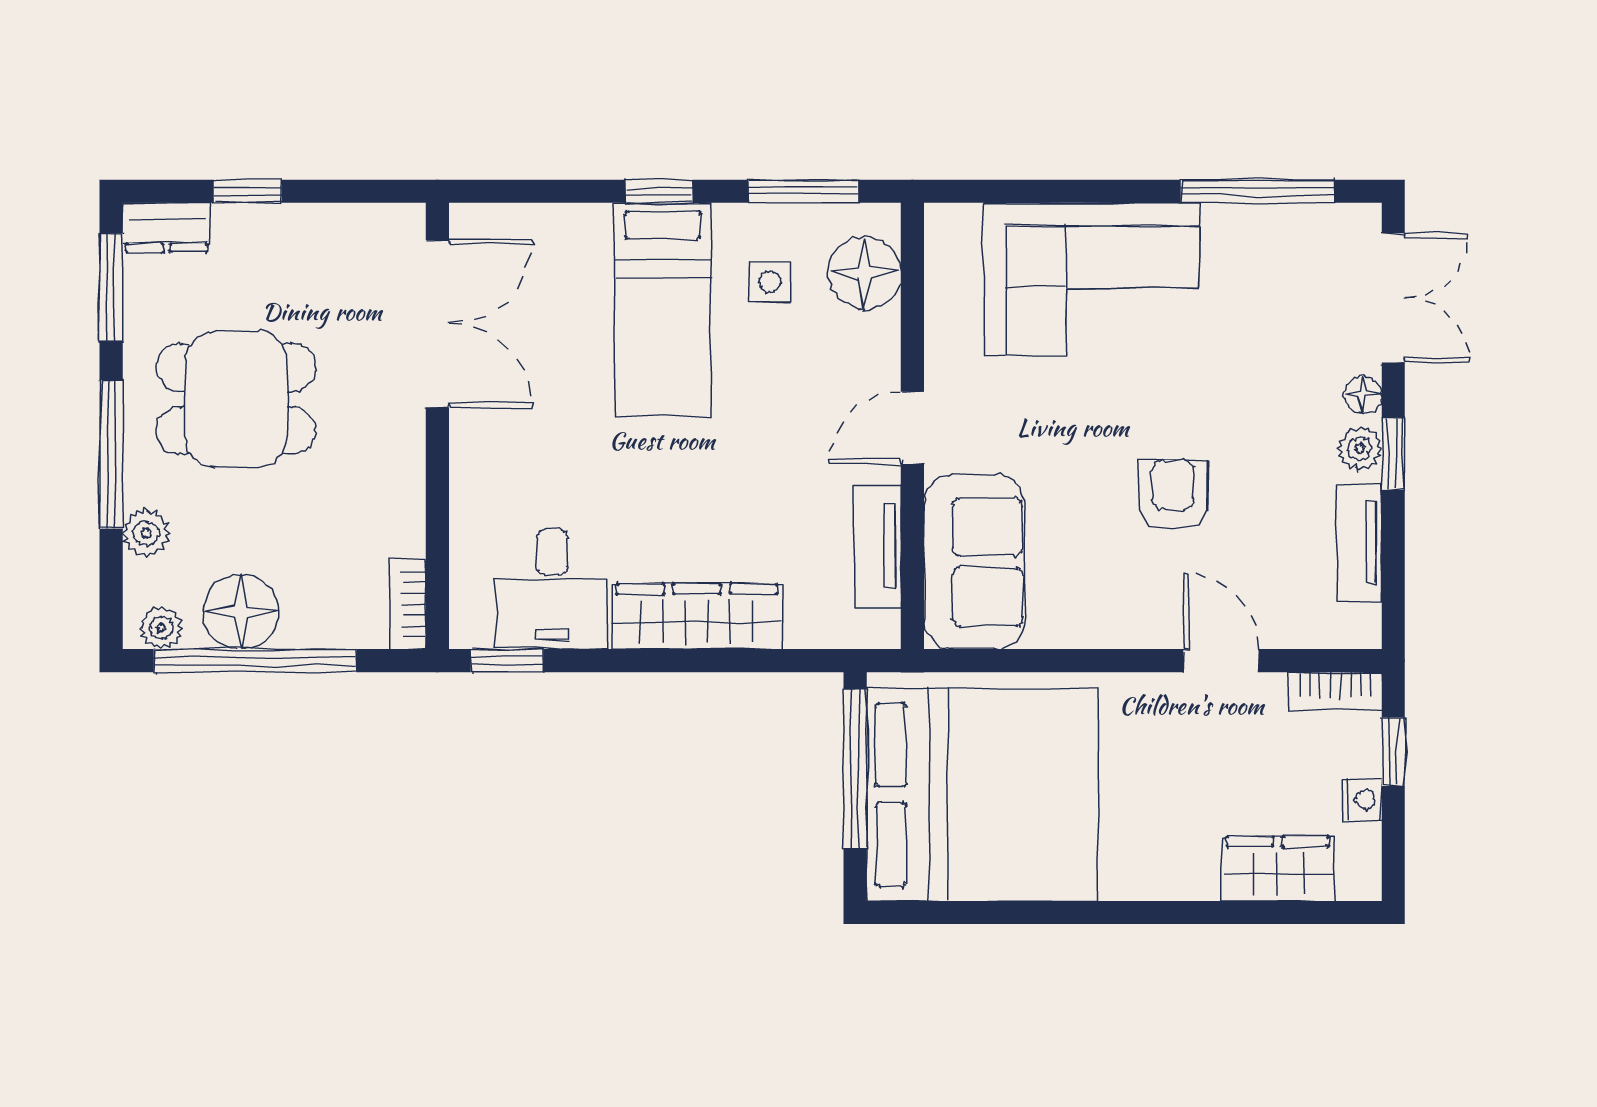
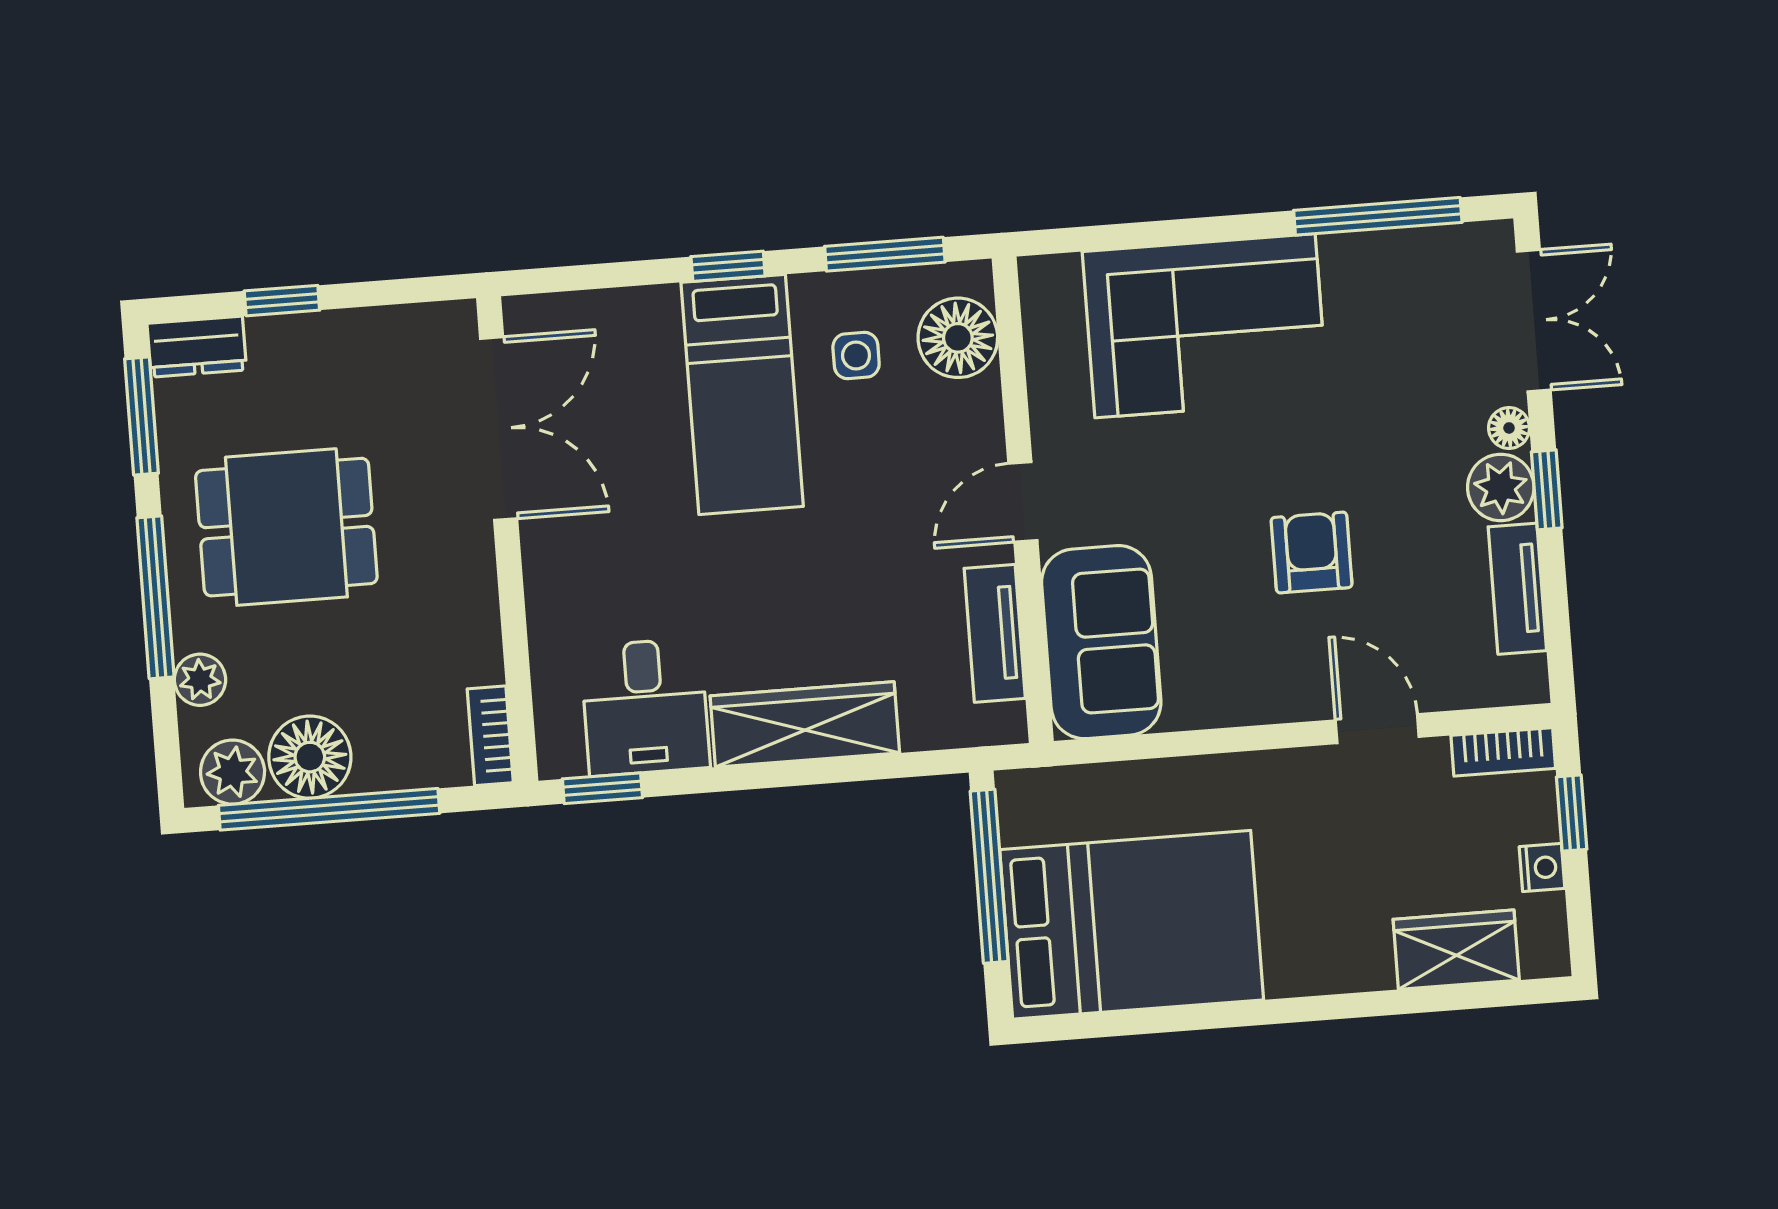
plant: (1360, 448) -> (1501, 487), width x1.38, depth x1.38
plant: (161, 628) -> (233, 772), width x1.38, depth x1.38
bed: (982, 795) -> (1132, 925), width x0.73

